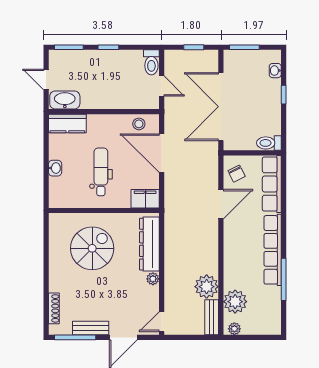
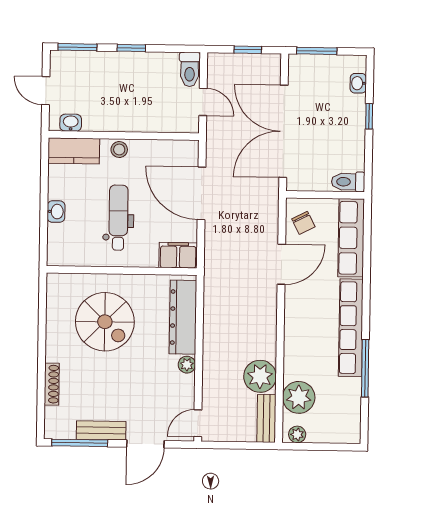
washbasin: (65, 100) -> (71, 123), width x0.52, depth x0.69
stool: (139, 124) -> (119, 149), moved
spiral stairs: (92, 248) -> (105, 322), turned 90
shoe rack: (54, 308) -> (52, 384), moved

